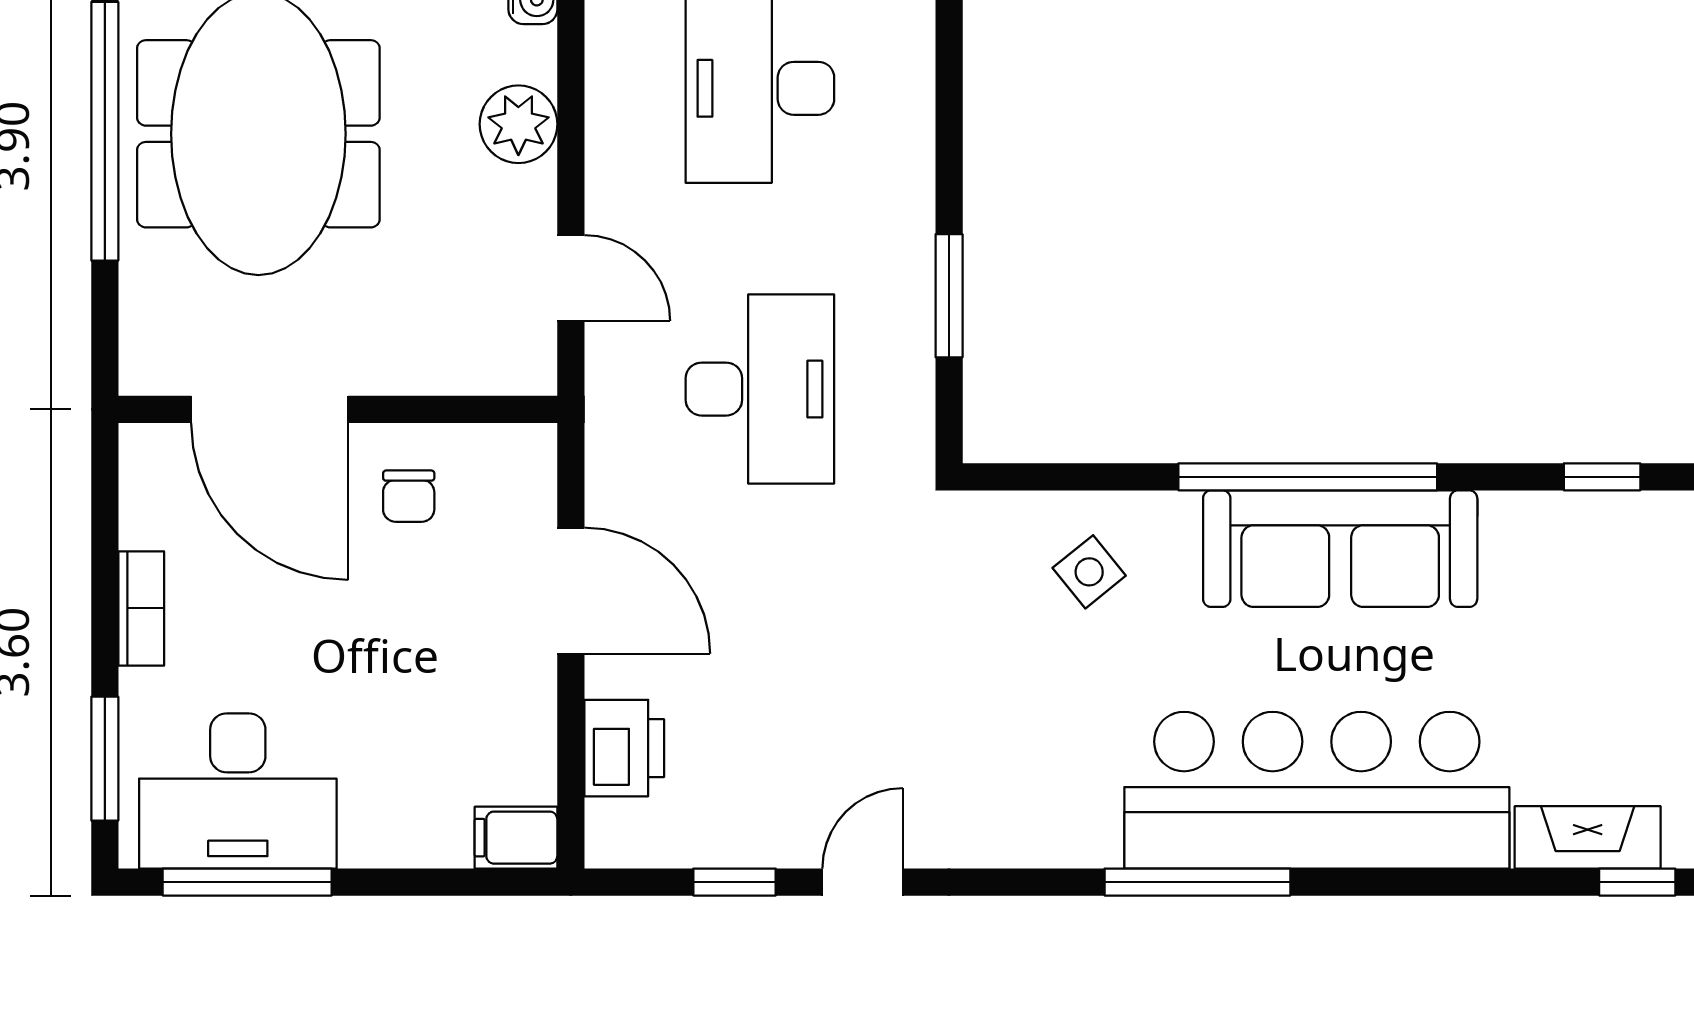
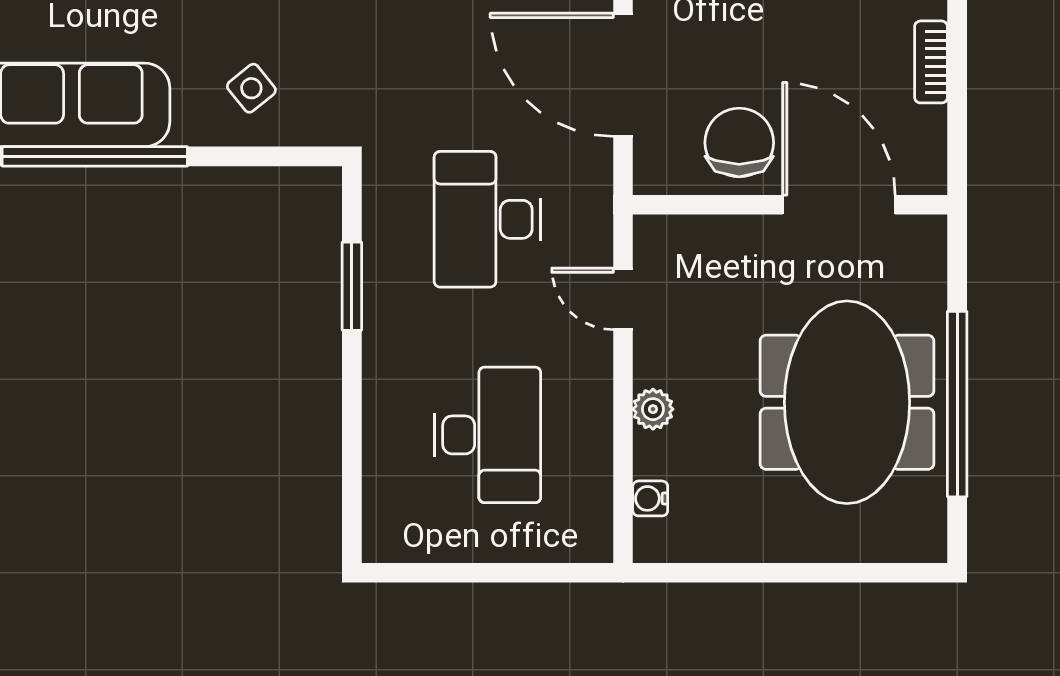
plant: (518, 124) -> (653, 409), width x0.73, depth x0.73
chair: (409, 496) -> (739, 143), width x1.87, depth x1.87
door: (571, 591) -> (623, 75), width x1.36

